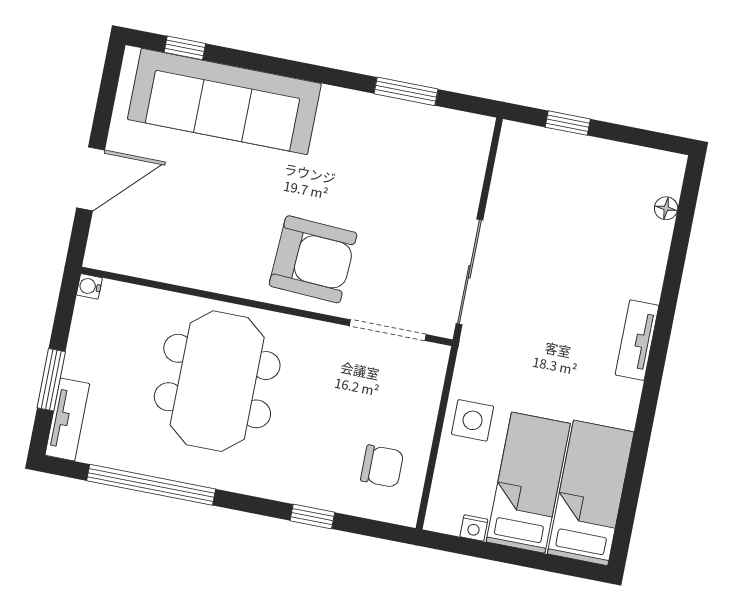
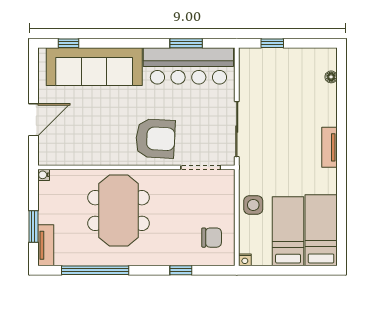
bar counter: (402, 135) -> (188, 66), added
nightstand: (474, 528) -> (245, 260), moved

